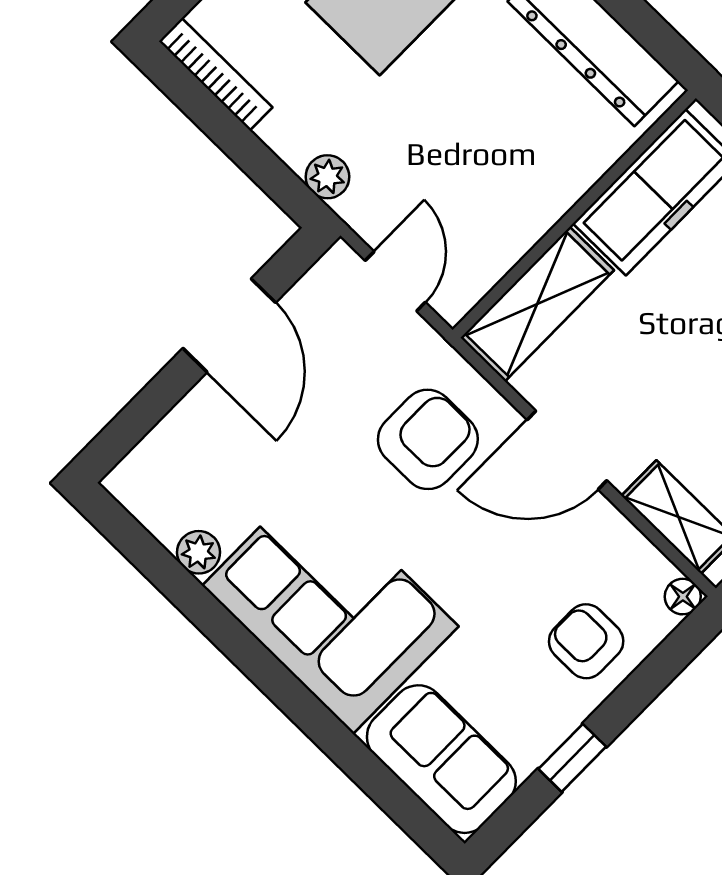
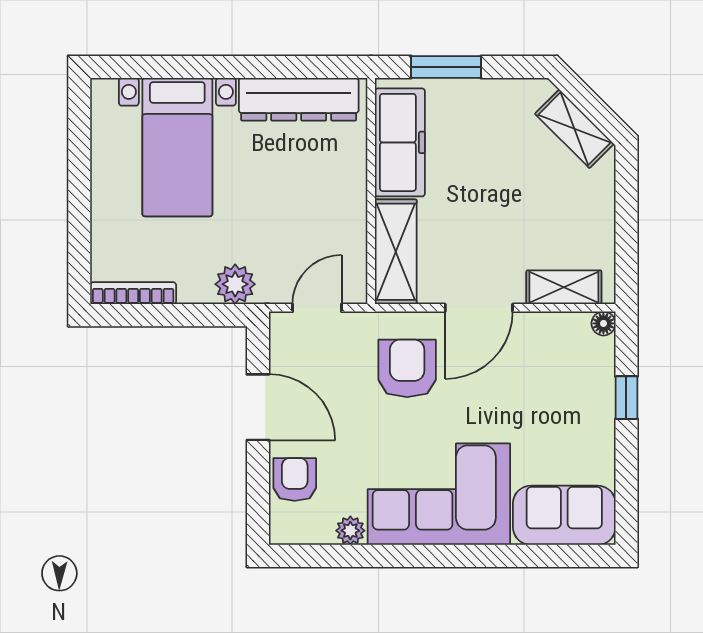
plant: (327, 177) -> (235, 284), width x1.38, depth x1.38
door: (395, 281) -> (317, 308), hinge flipped
armchair: (586, 641) -> (295, 479), moved, turned 90
window: (572, 758) -> (626, 398), moved

